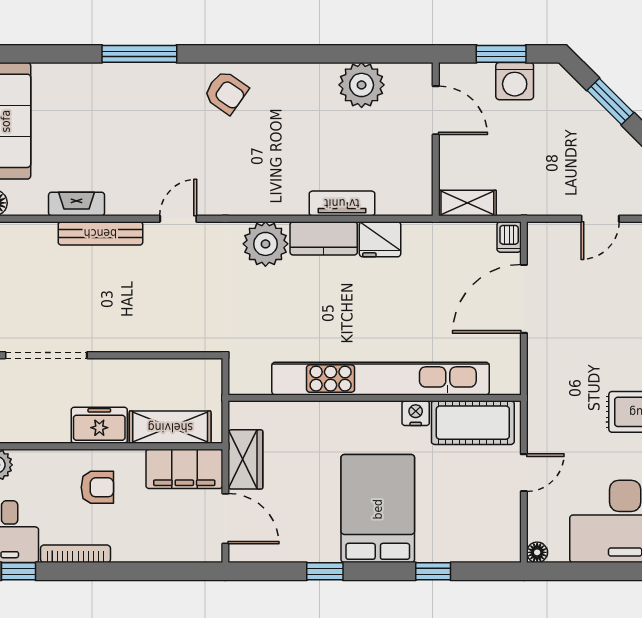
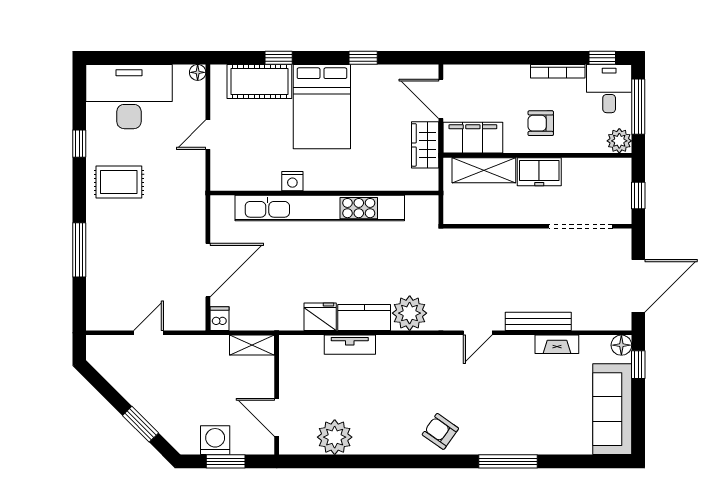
cot: (473, 423) -> (259, 81), moved

